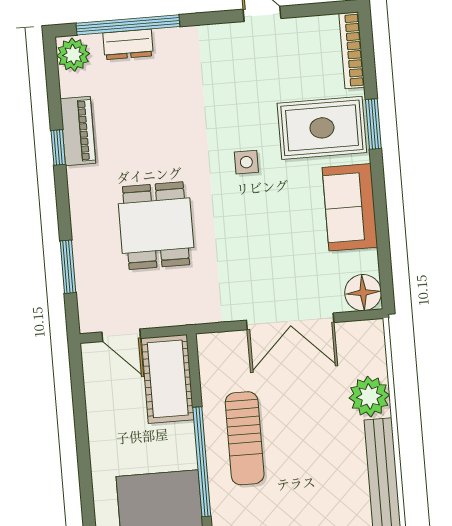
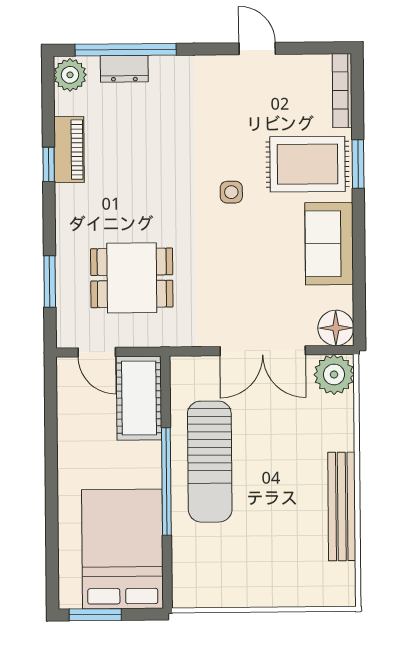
dining table: (156, 226) -> (132, 278), moved, turned 90
plant: (369, 397) -> (334, 374), moved
sun lounger: (245, 438) -> (210, 462), width x1.36, depth x1.34

